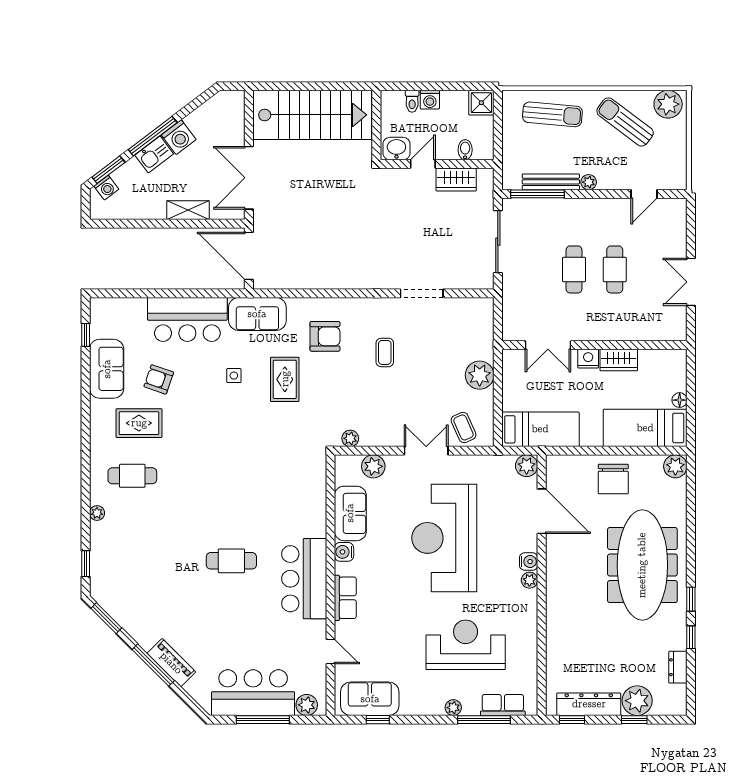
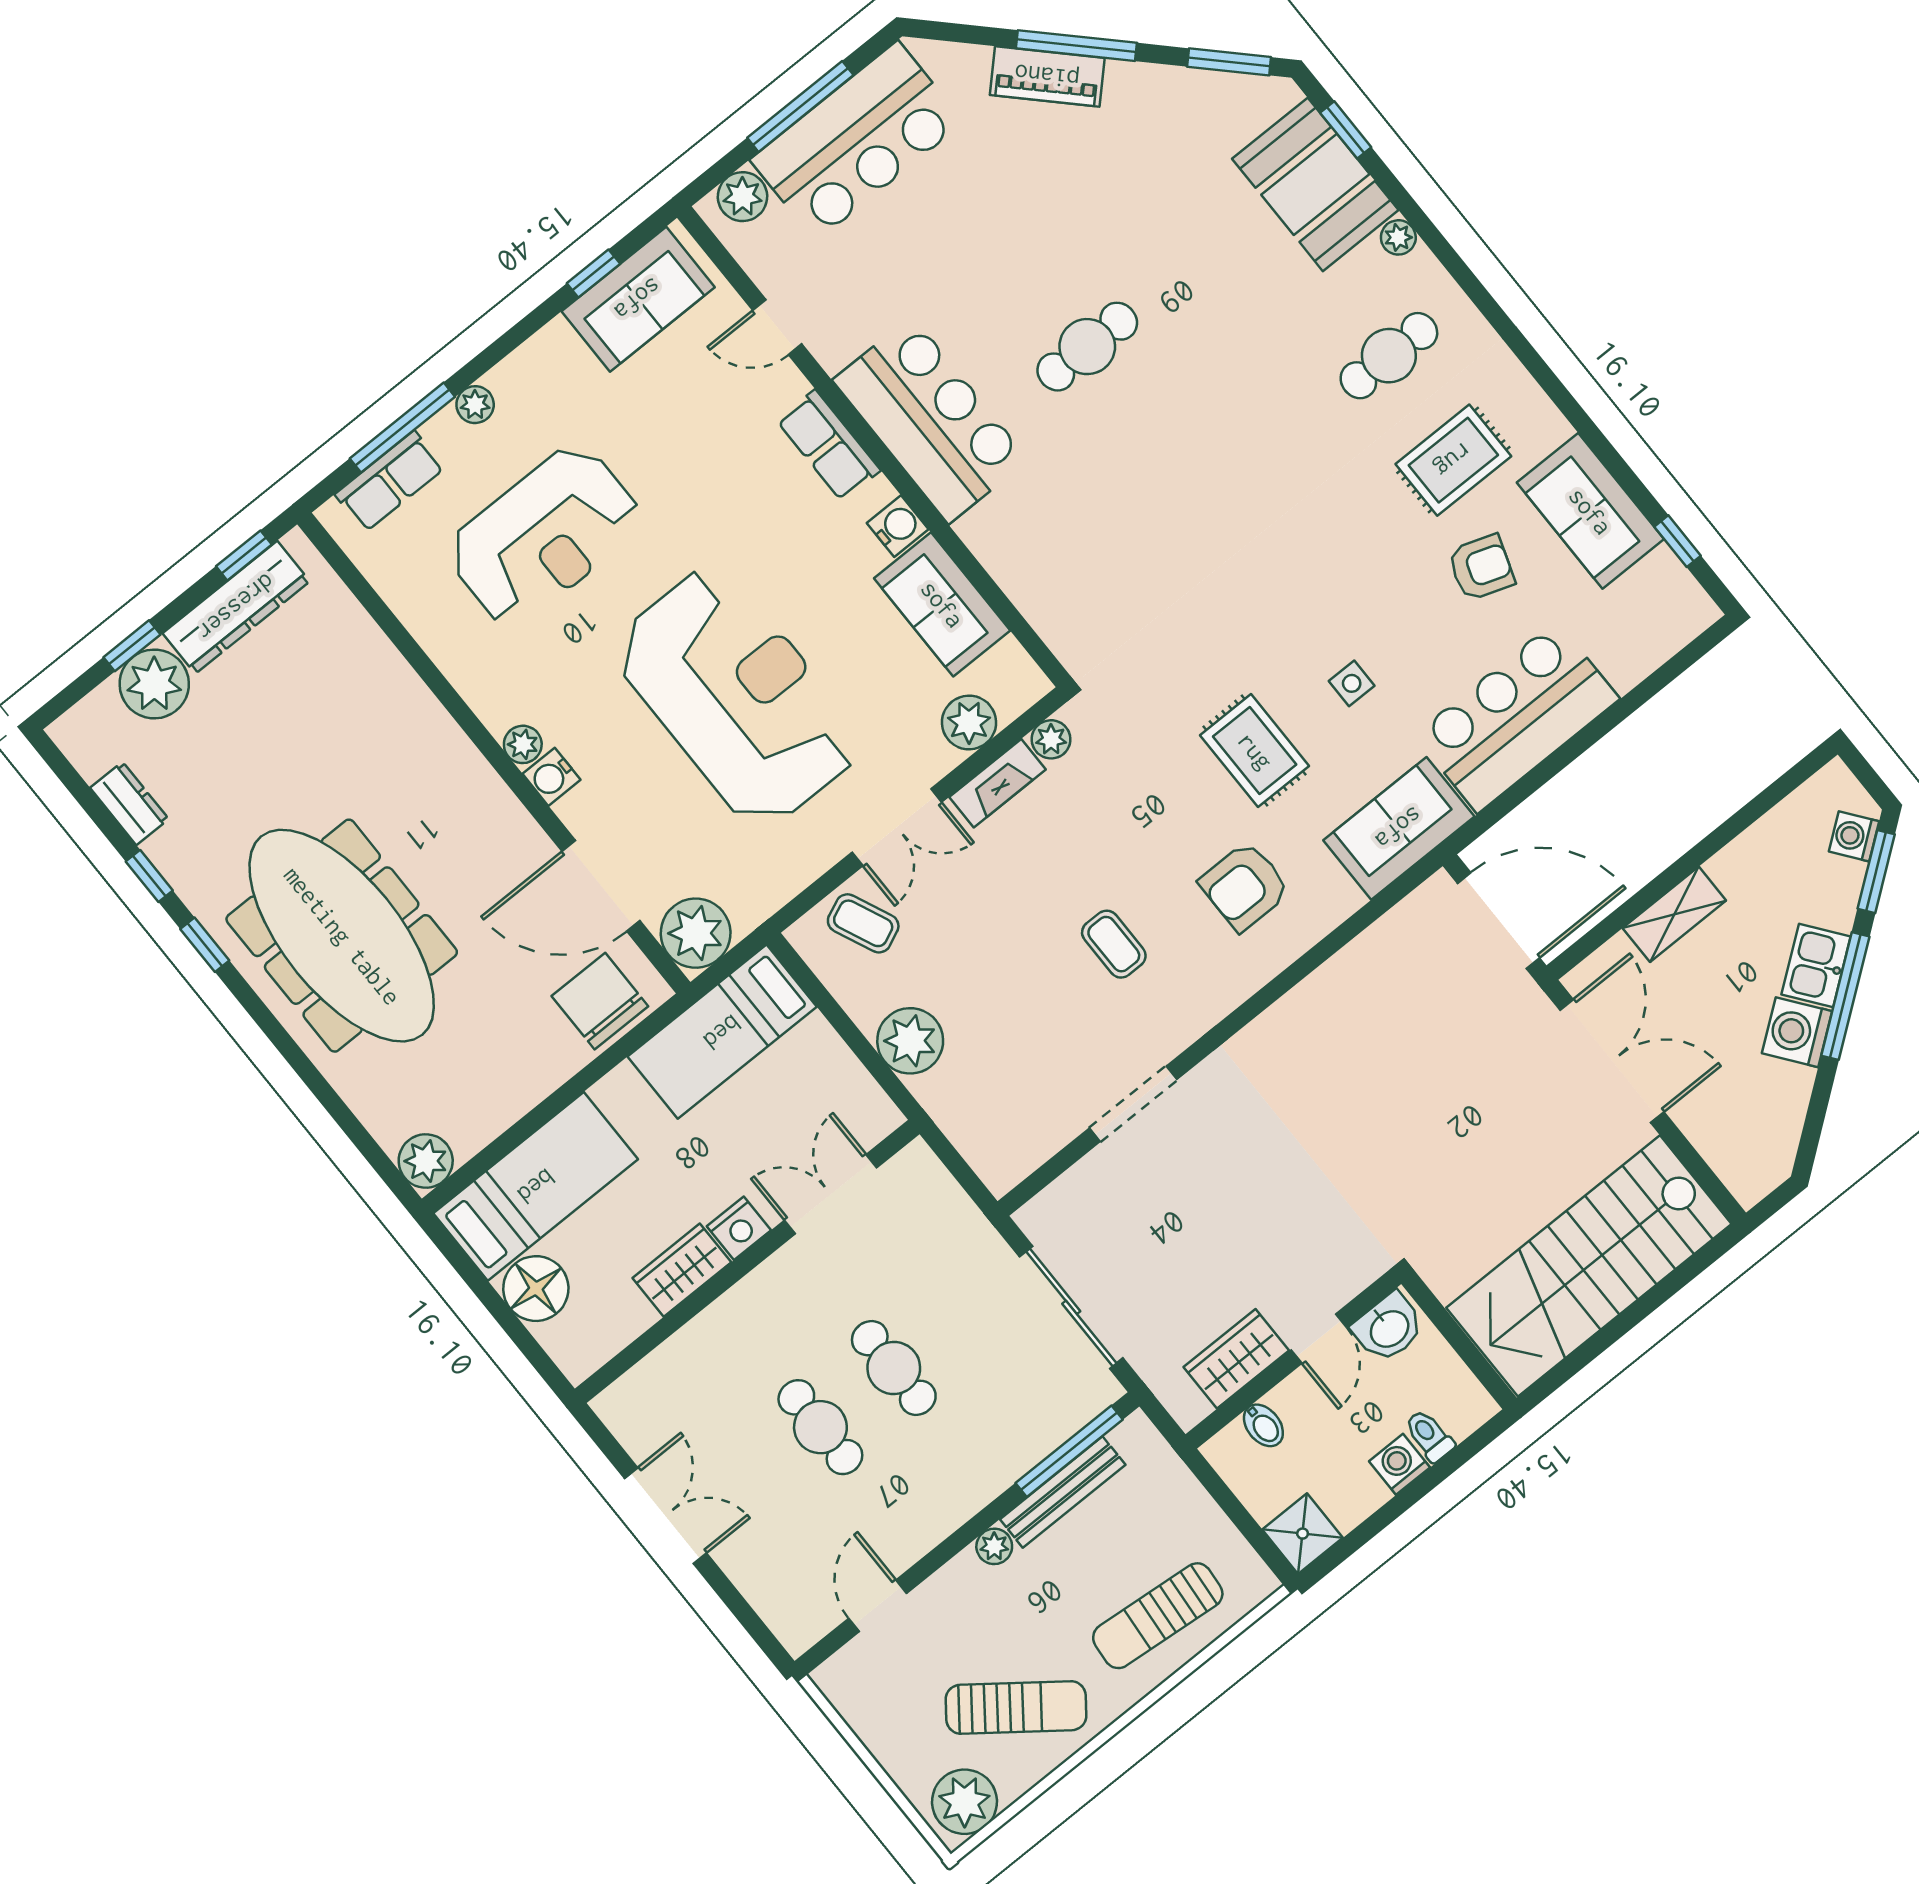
floor lamp: (680, 400) -> (536, 1289), width x1.89, depth x1.89
fireplace: (380, 438) -> (998, 783), added
plant: (527, 466) -> (696, 933), width x1.36, depth x1.36
chair: (613, 479) -> (600, 1001), moved
booth: (111, 553) -> (1315, 184), added

